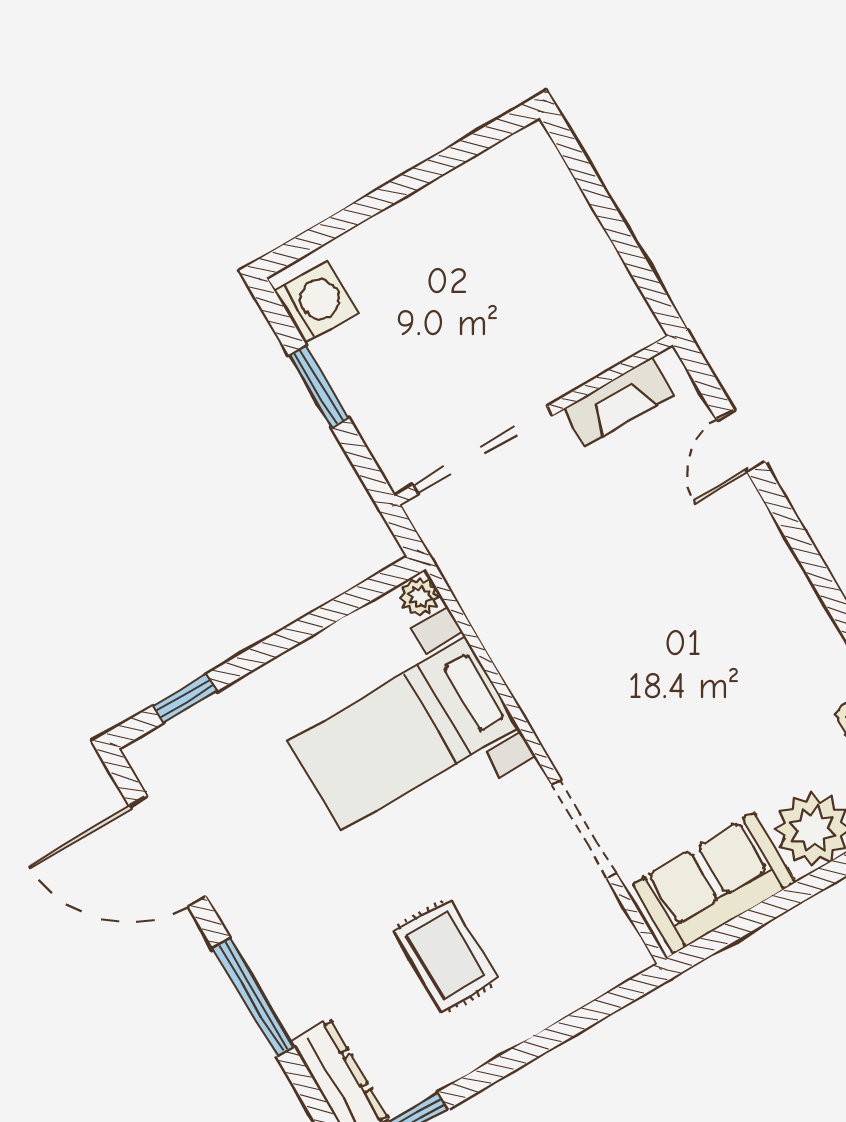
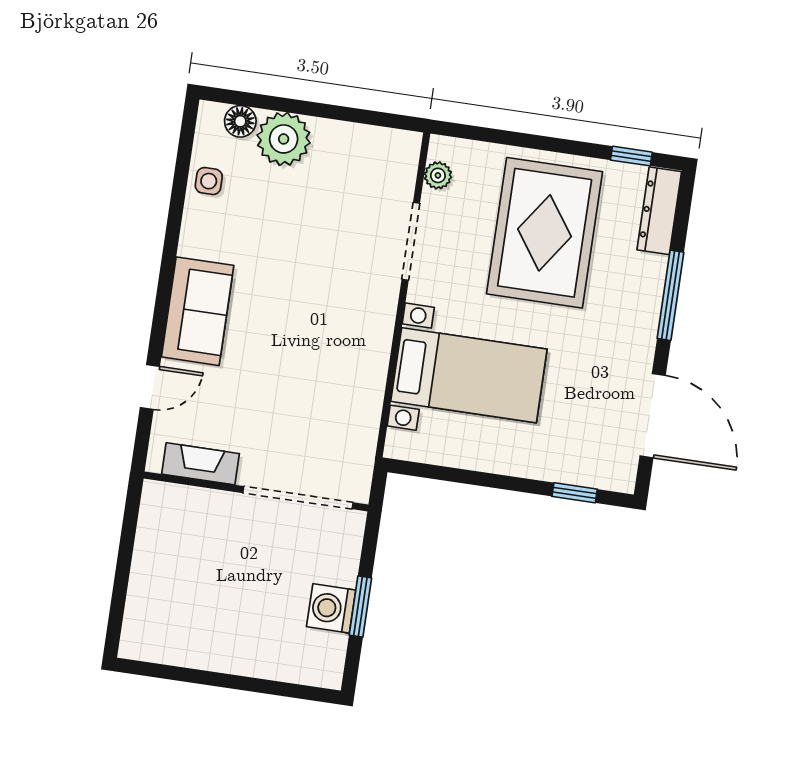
washing machine: (316, 302) -> (331, 608), moved
plant: (420, 597) -> (438, 175), moved
sofa: (714, 883) -> (198, 311), moved, turned -90
rug: (446, 956) -> (545, 233), width x1.86, depth x2.06

